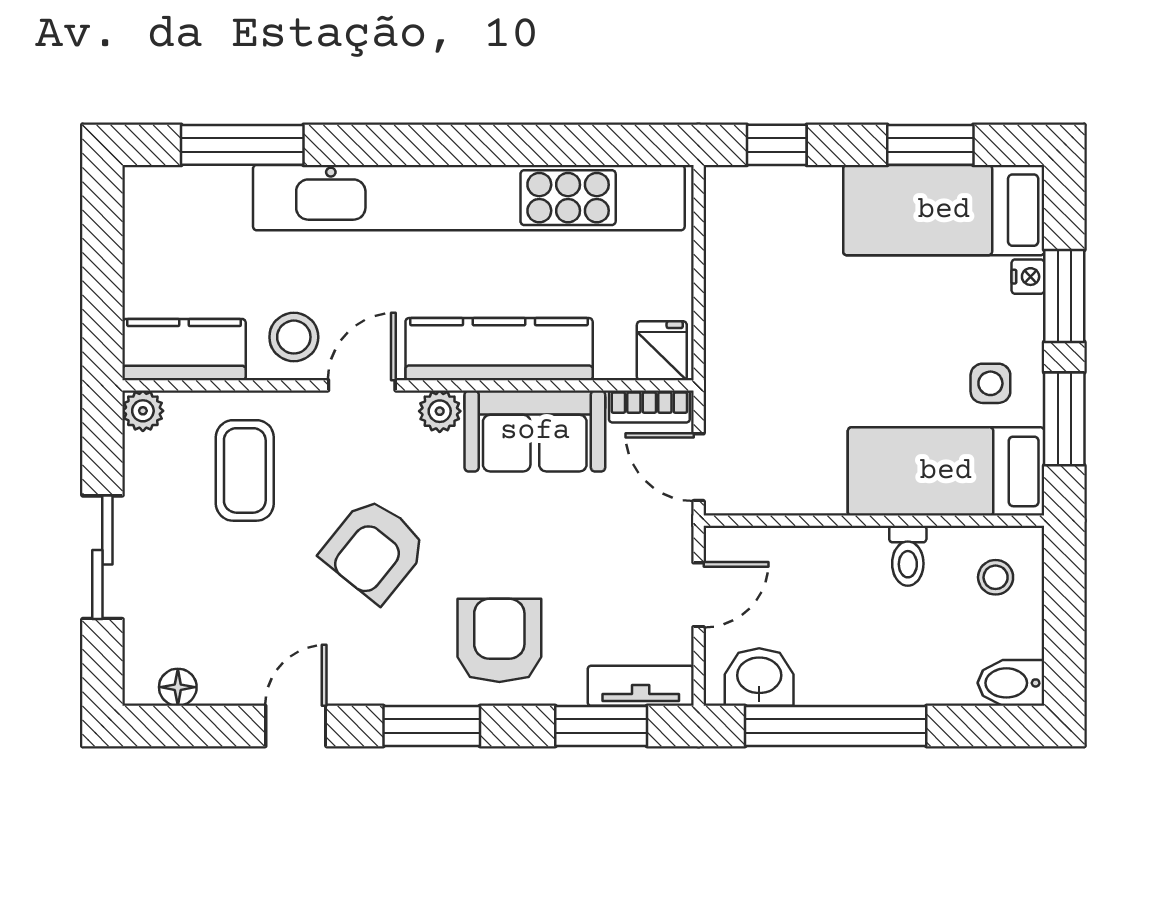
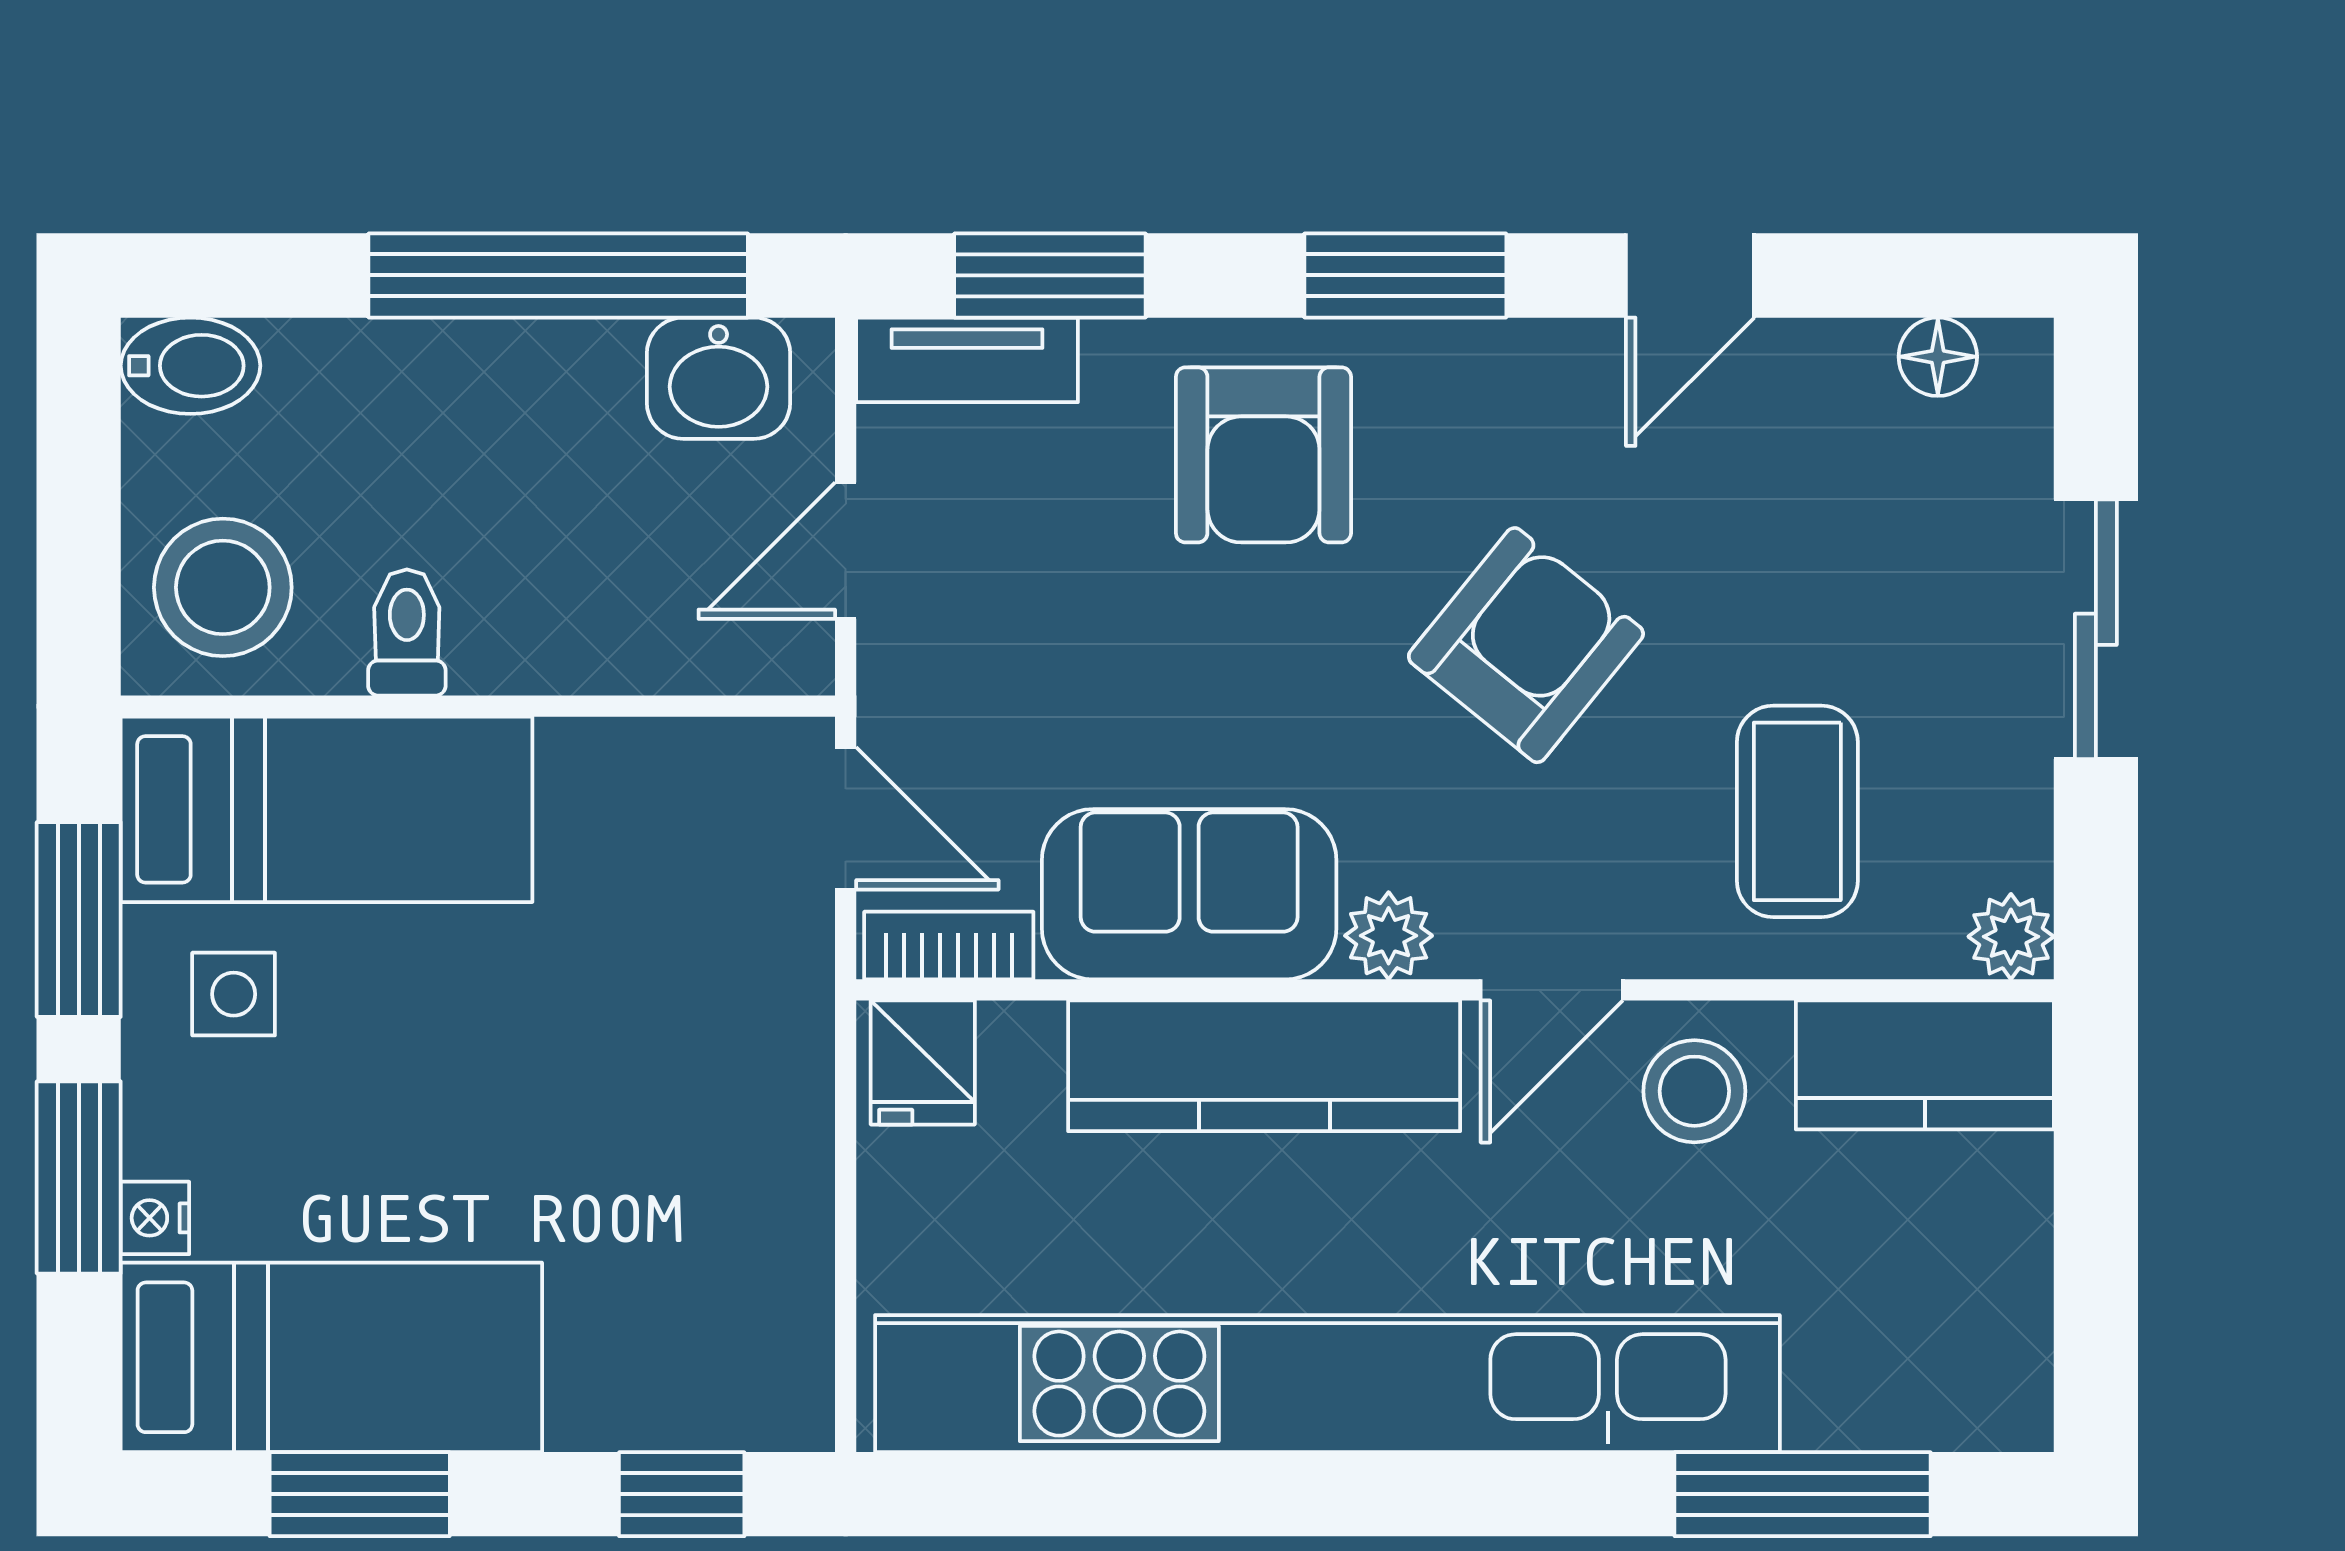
stool: (996, 577) -> (223, 587), width x1.89, depth x1.89

